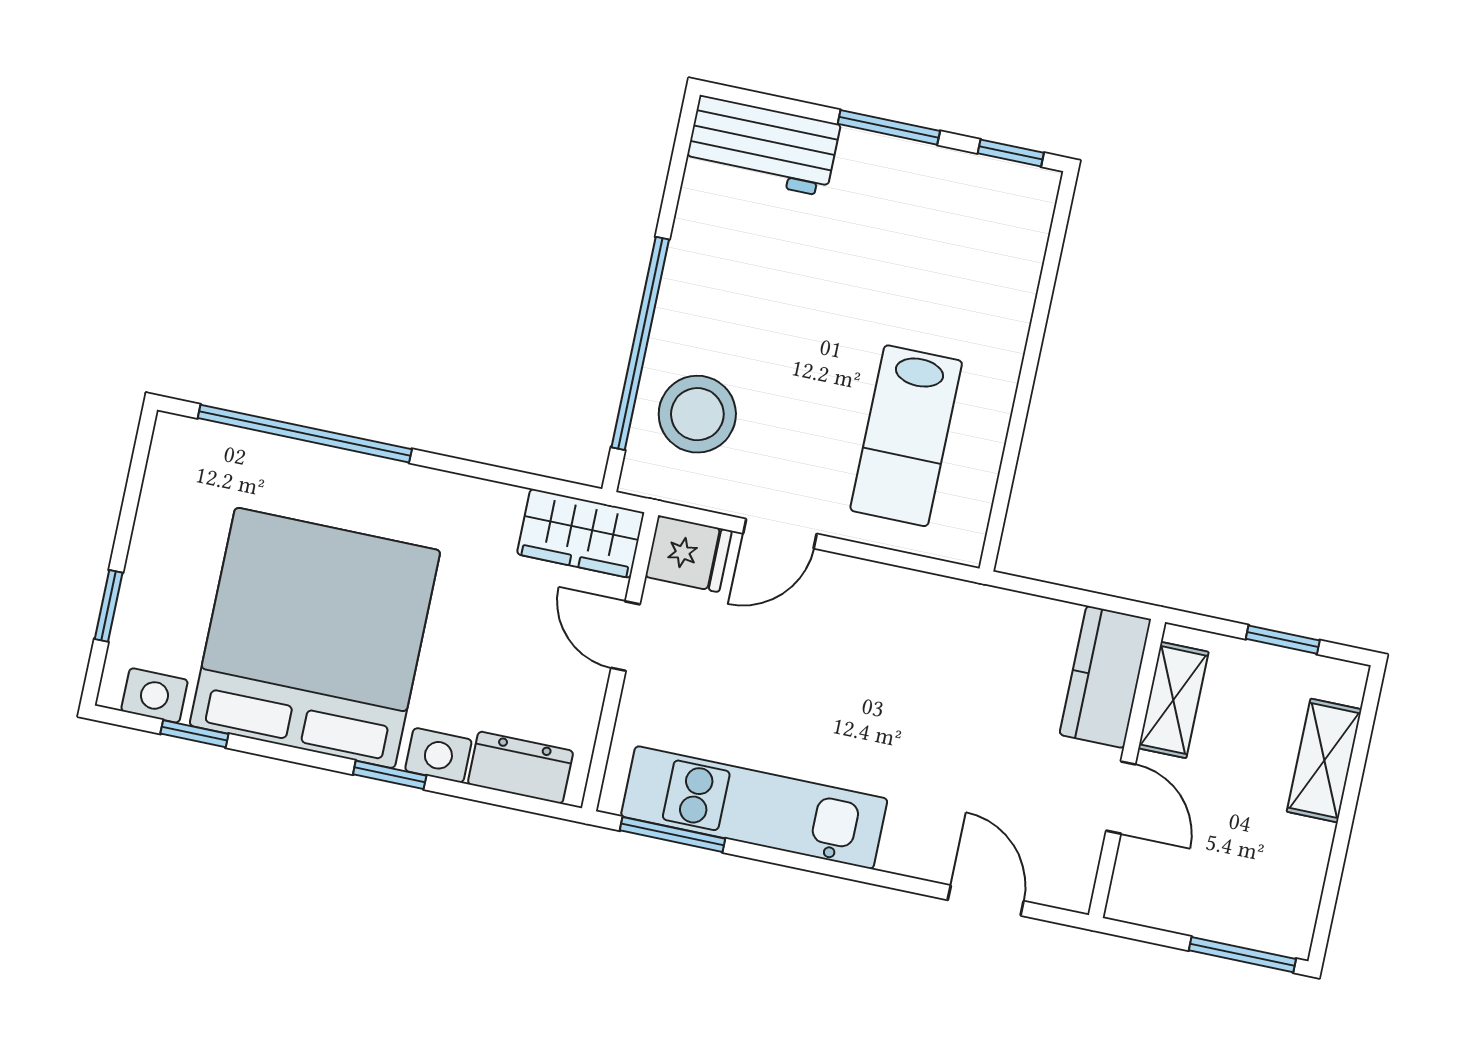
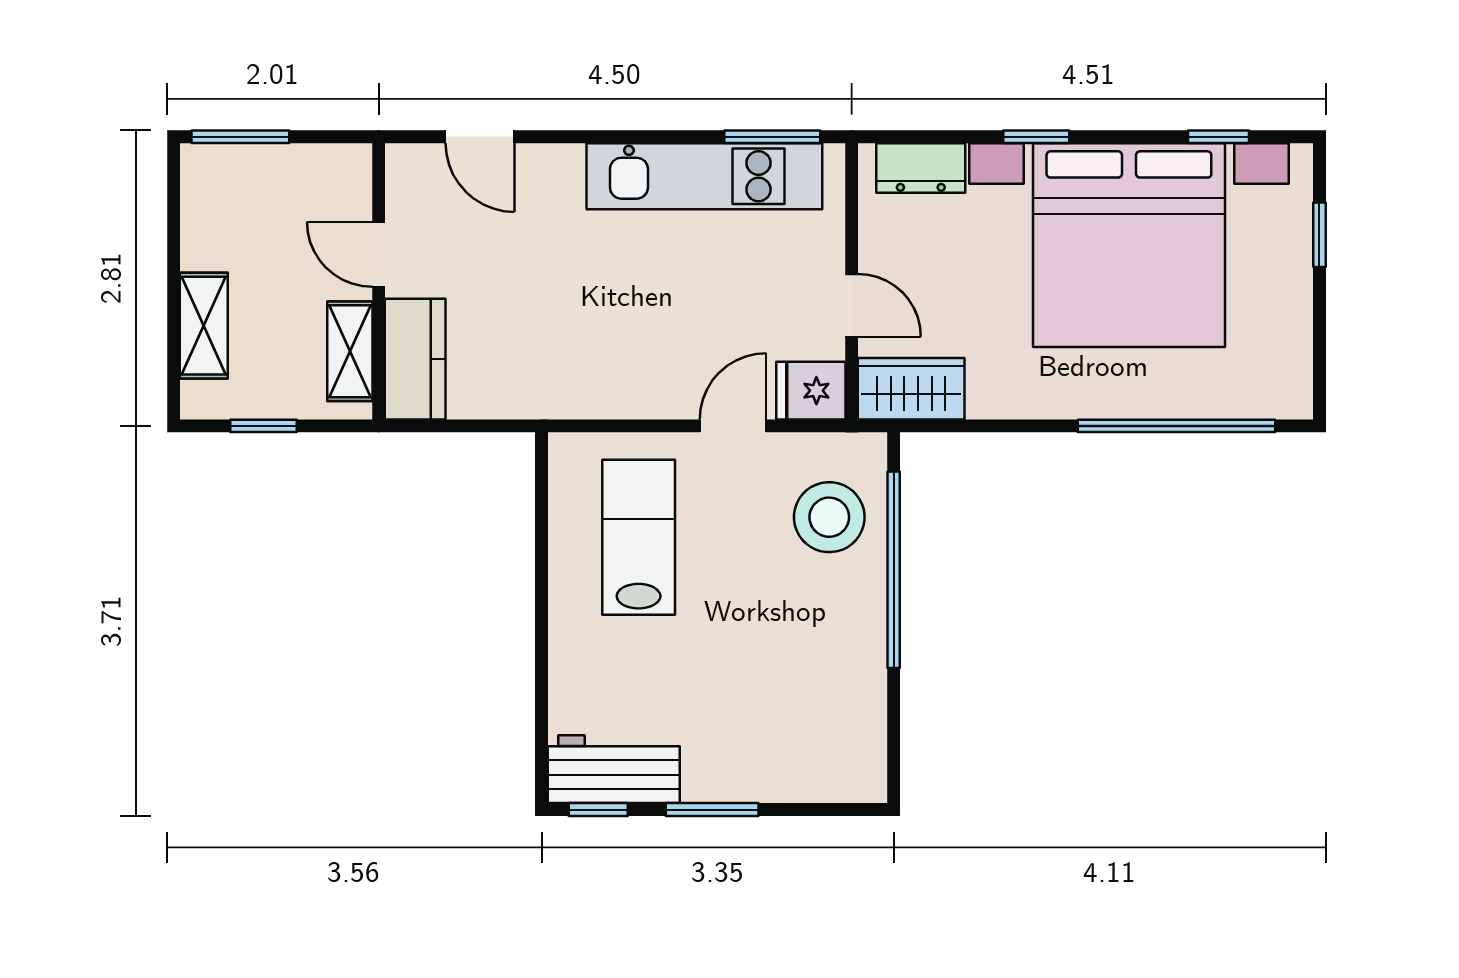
workbench: (763, 146) -> (614, 769), moved

